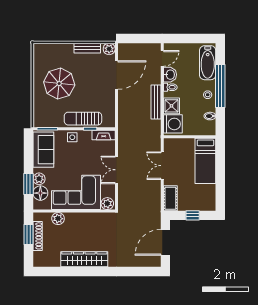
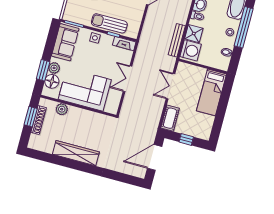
bench: (156, 102) -> (177, 40), moved
plant: (107, 204) -> (111, 108), removed

